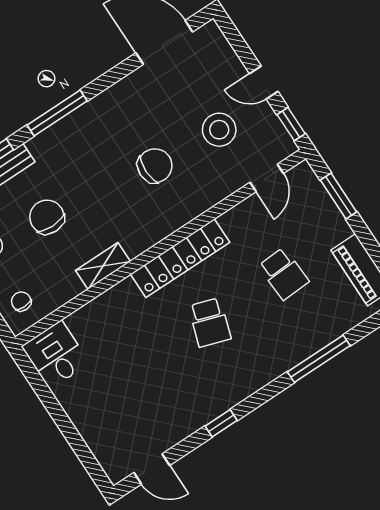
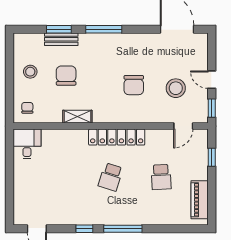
chair: (155, 166) -> (134, 85), turned 90
window: (338, 196) -> (212, 157), width x0.67
window: (319, 359) -> (123, 229), moved

